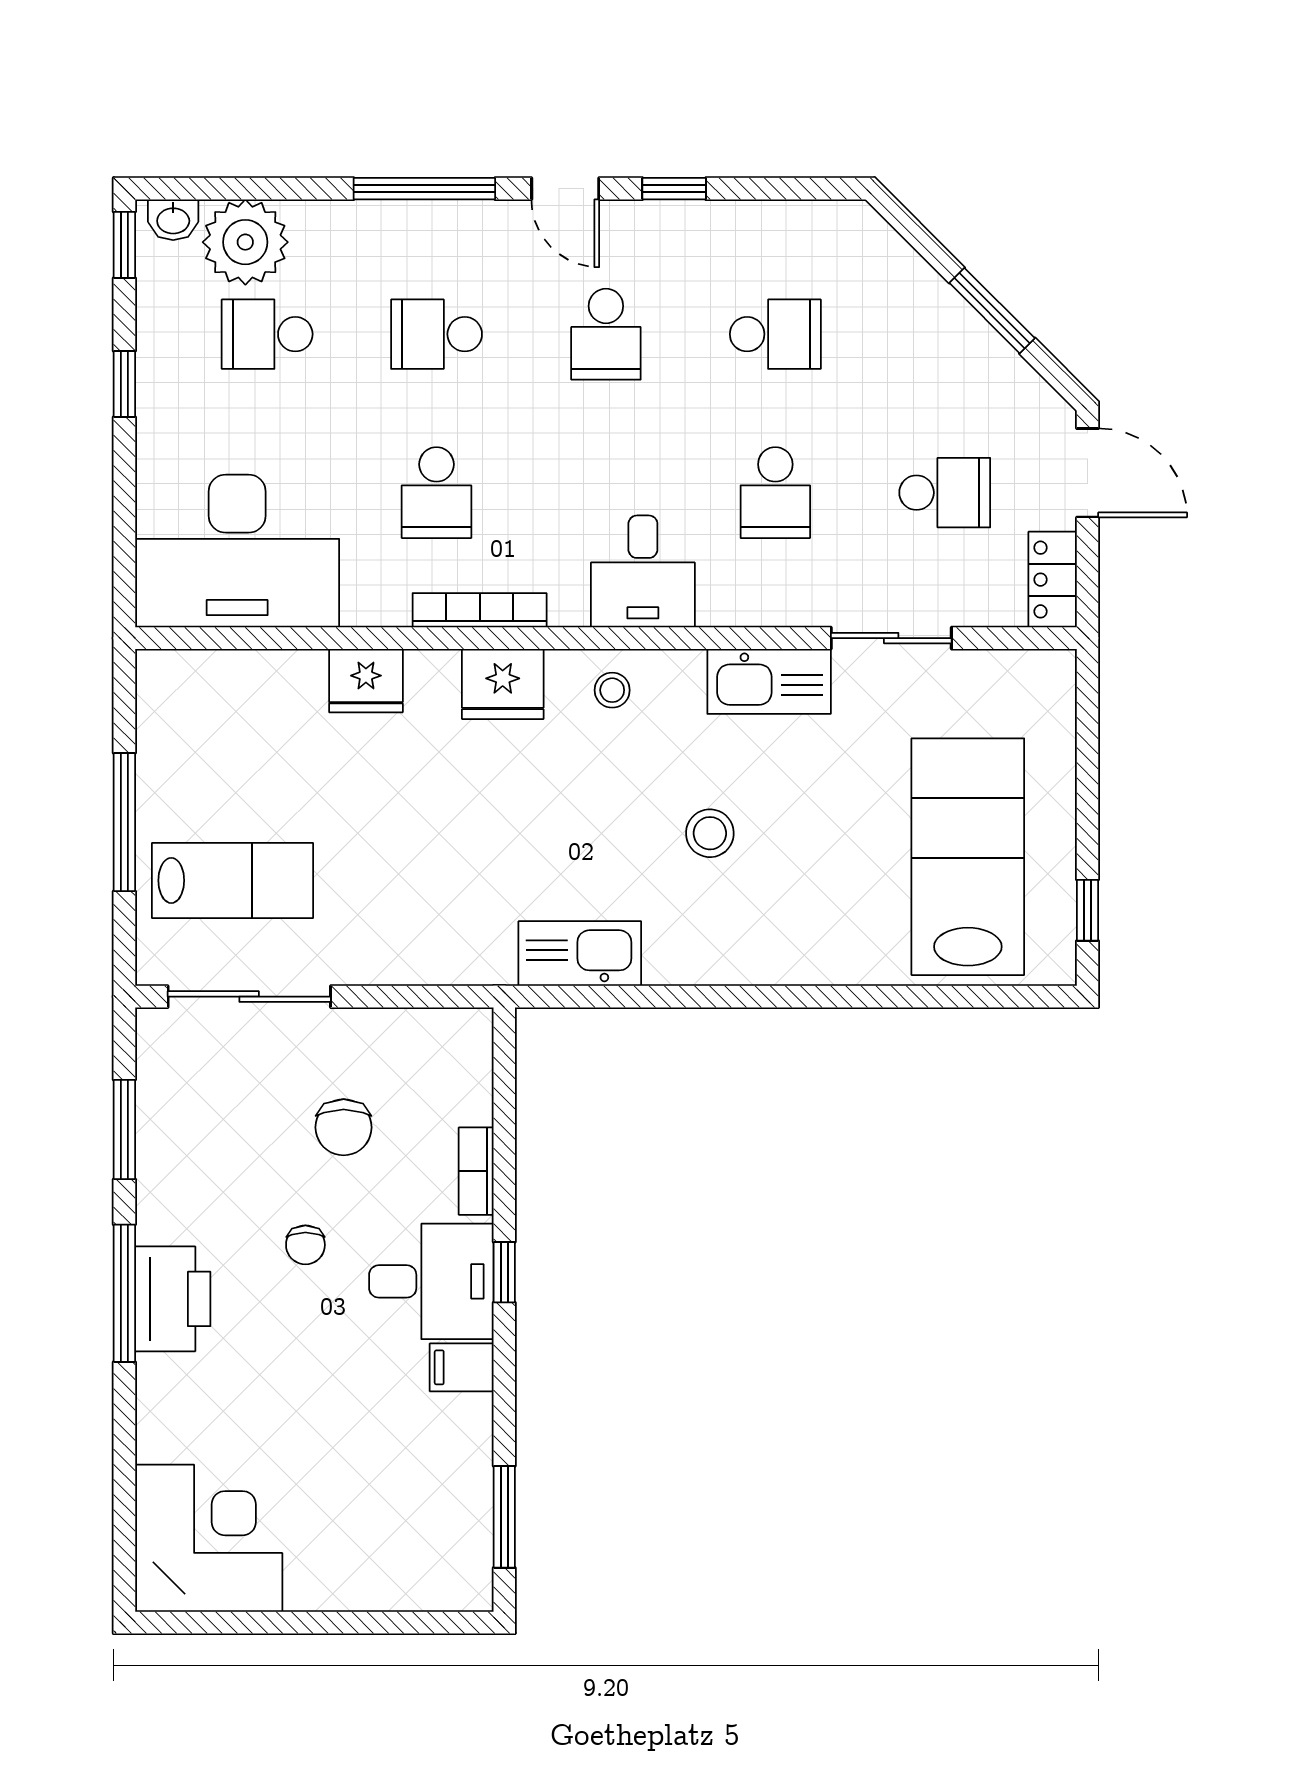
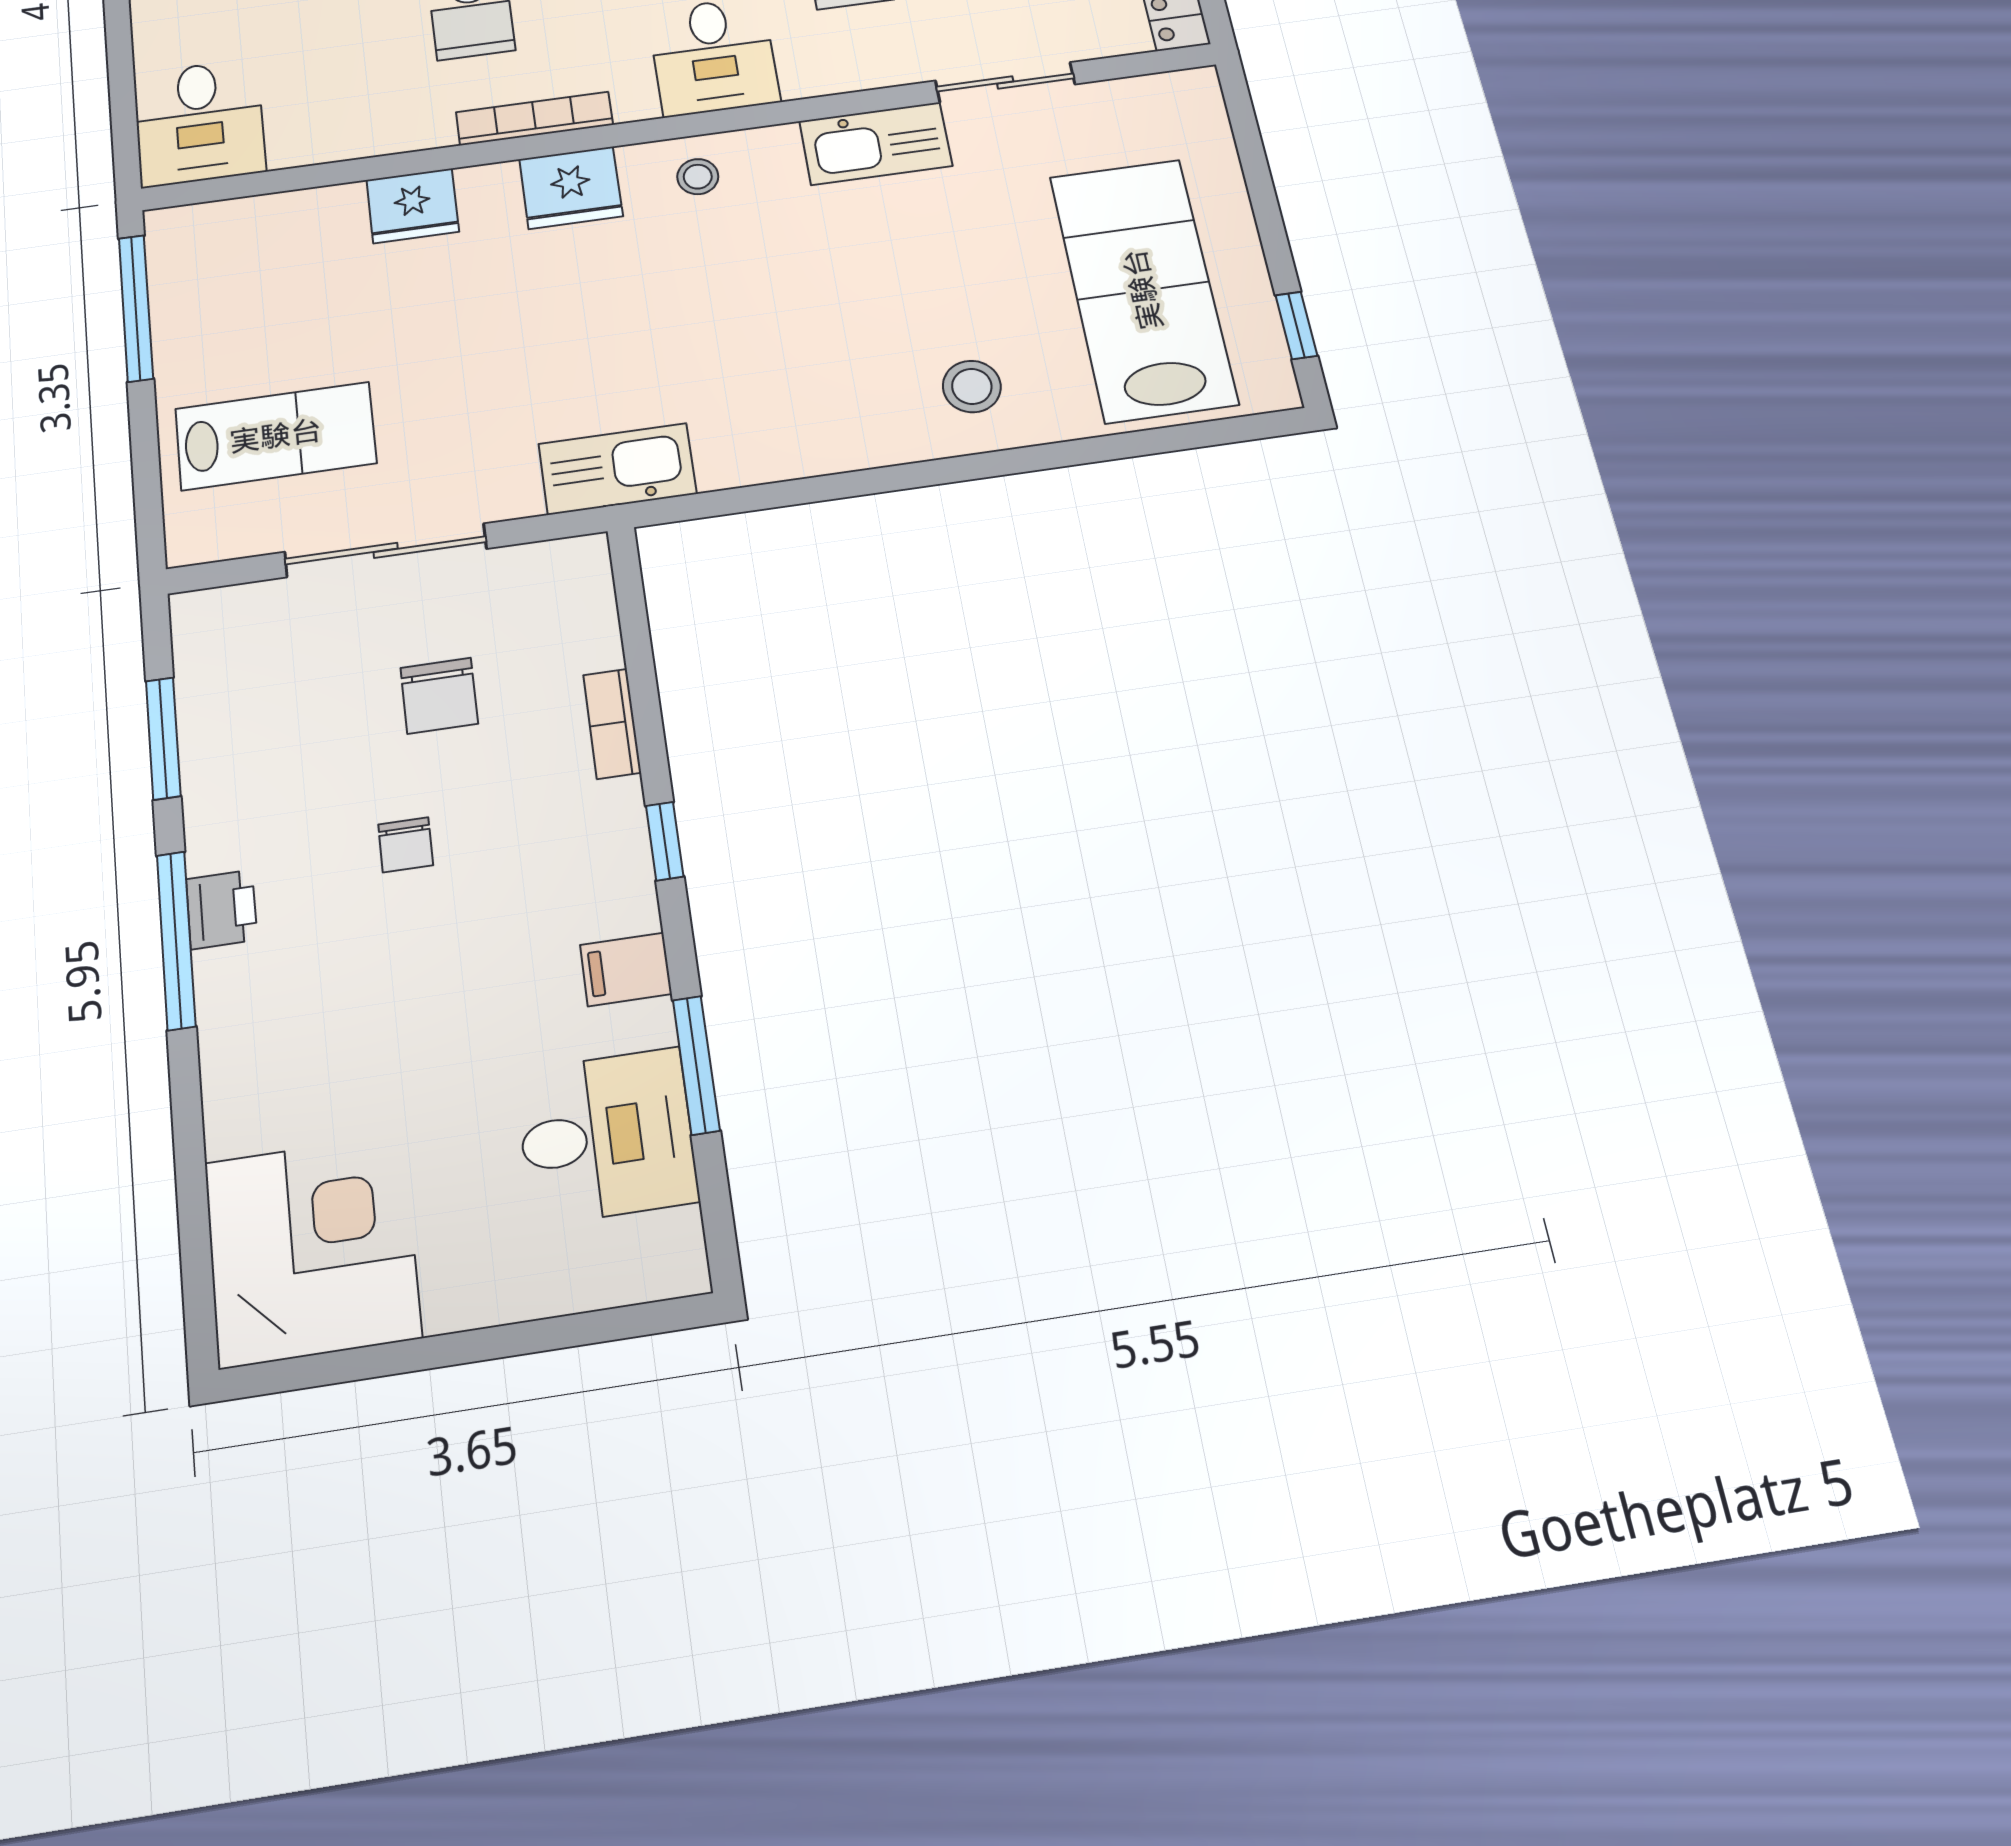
desk: (237, 551) -> (199, 123), width x0.53, depth x0.77
window: (124, 822) -> (136, 308), moved
stool: (710, 833) -> (972, 386), moved
kitchen sink: (580, 954) -> (617, 469), moved
sliding door: (249, 997) -> (386, 550), moved
desk: (431, 1281) -> (607, 1136), moved
printer: (173, 1299) -> (222, 909), width x0.53, depth x0.68
window: (504, 1517) -> (696, 1065), moved

